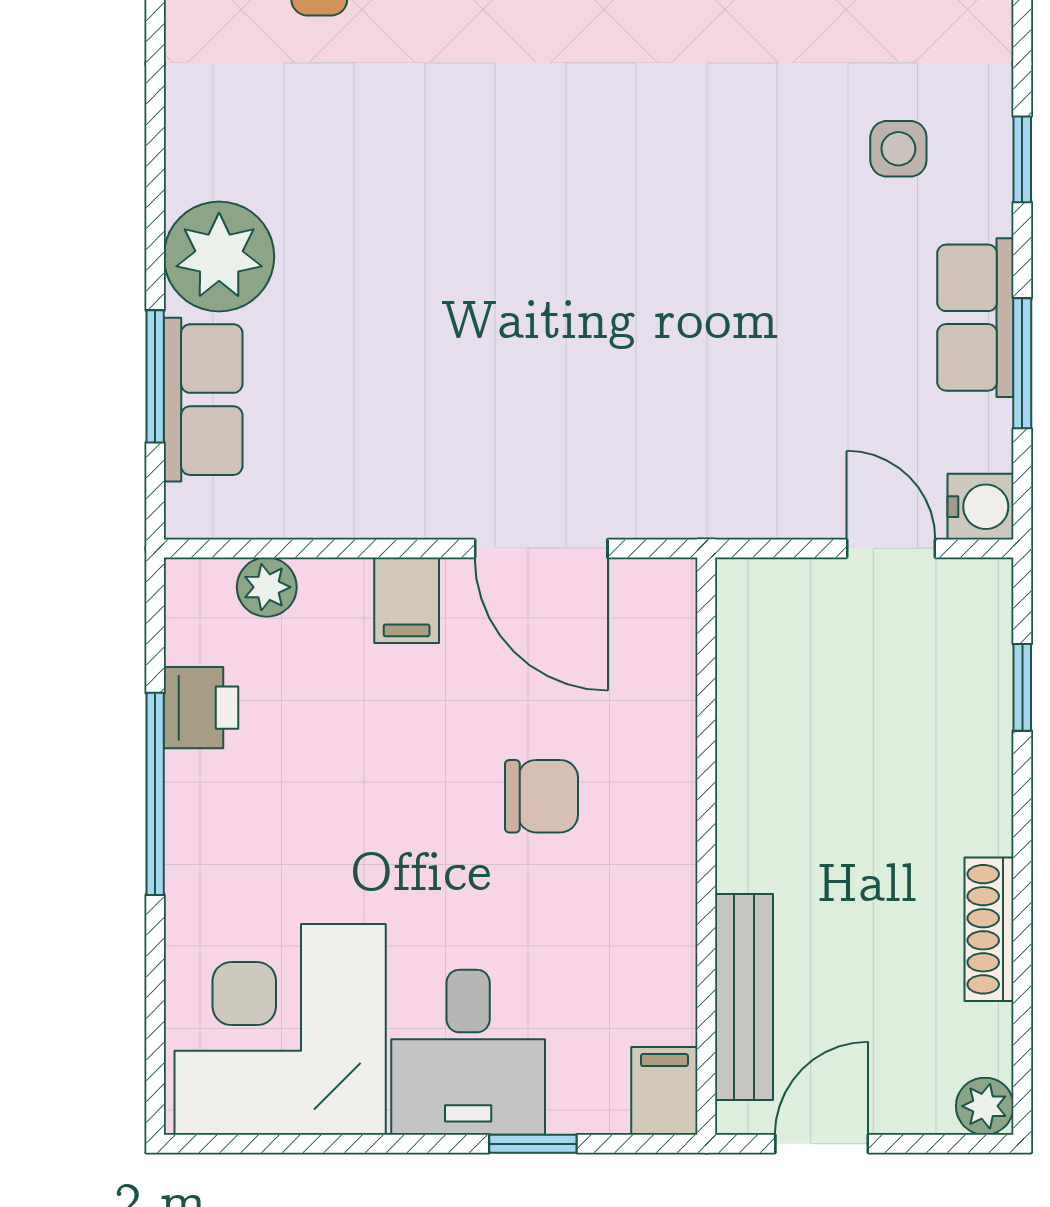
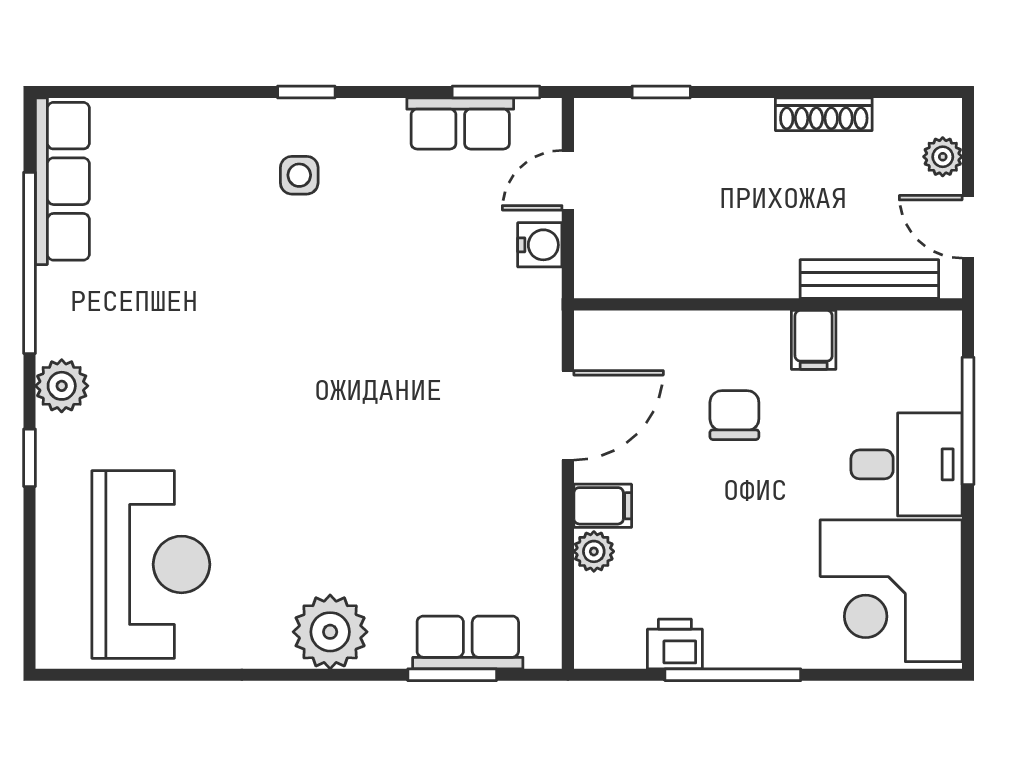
plant: (219, 257) -> (330, 632), moved
row of seats: (975, 318) -> (460, 123), moved
window: (1022, 363) -> (496, 92), moved
water cooler: (981, 507) -> (540, 245), moved, turned 90
plant: (267, 587) -> (594, 551), moved
filing cabinet: (664, 1091) -> (814, 340), moved, turned -90
plant: (985, 1106) -> (943, 157), moved
window: (533, 1144) -> (968, 421), width x2.17

